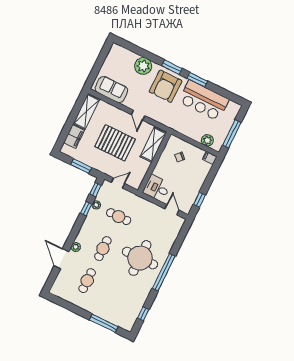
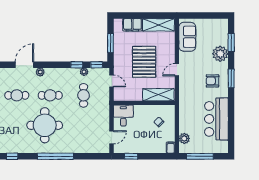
window: (197, 80) -> (231, 43), moved
armchair: (166, 86) -> (212, 81), width x0.53, depth x0.53
round table: (140, 258) -> (45, 125), moved

